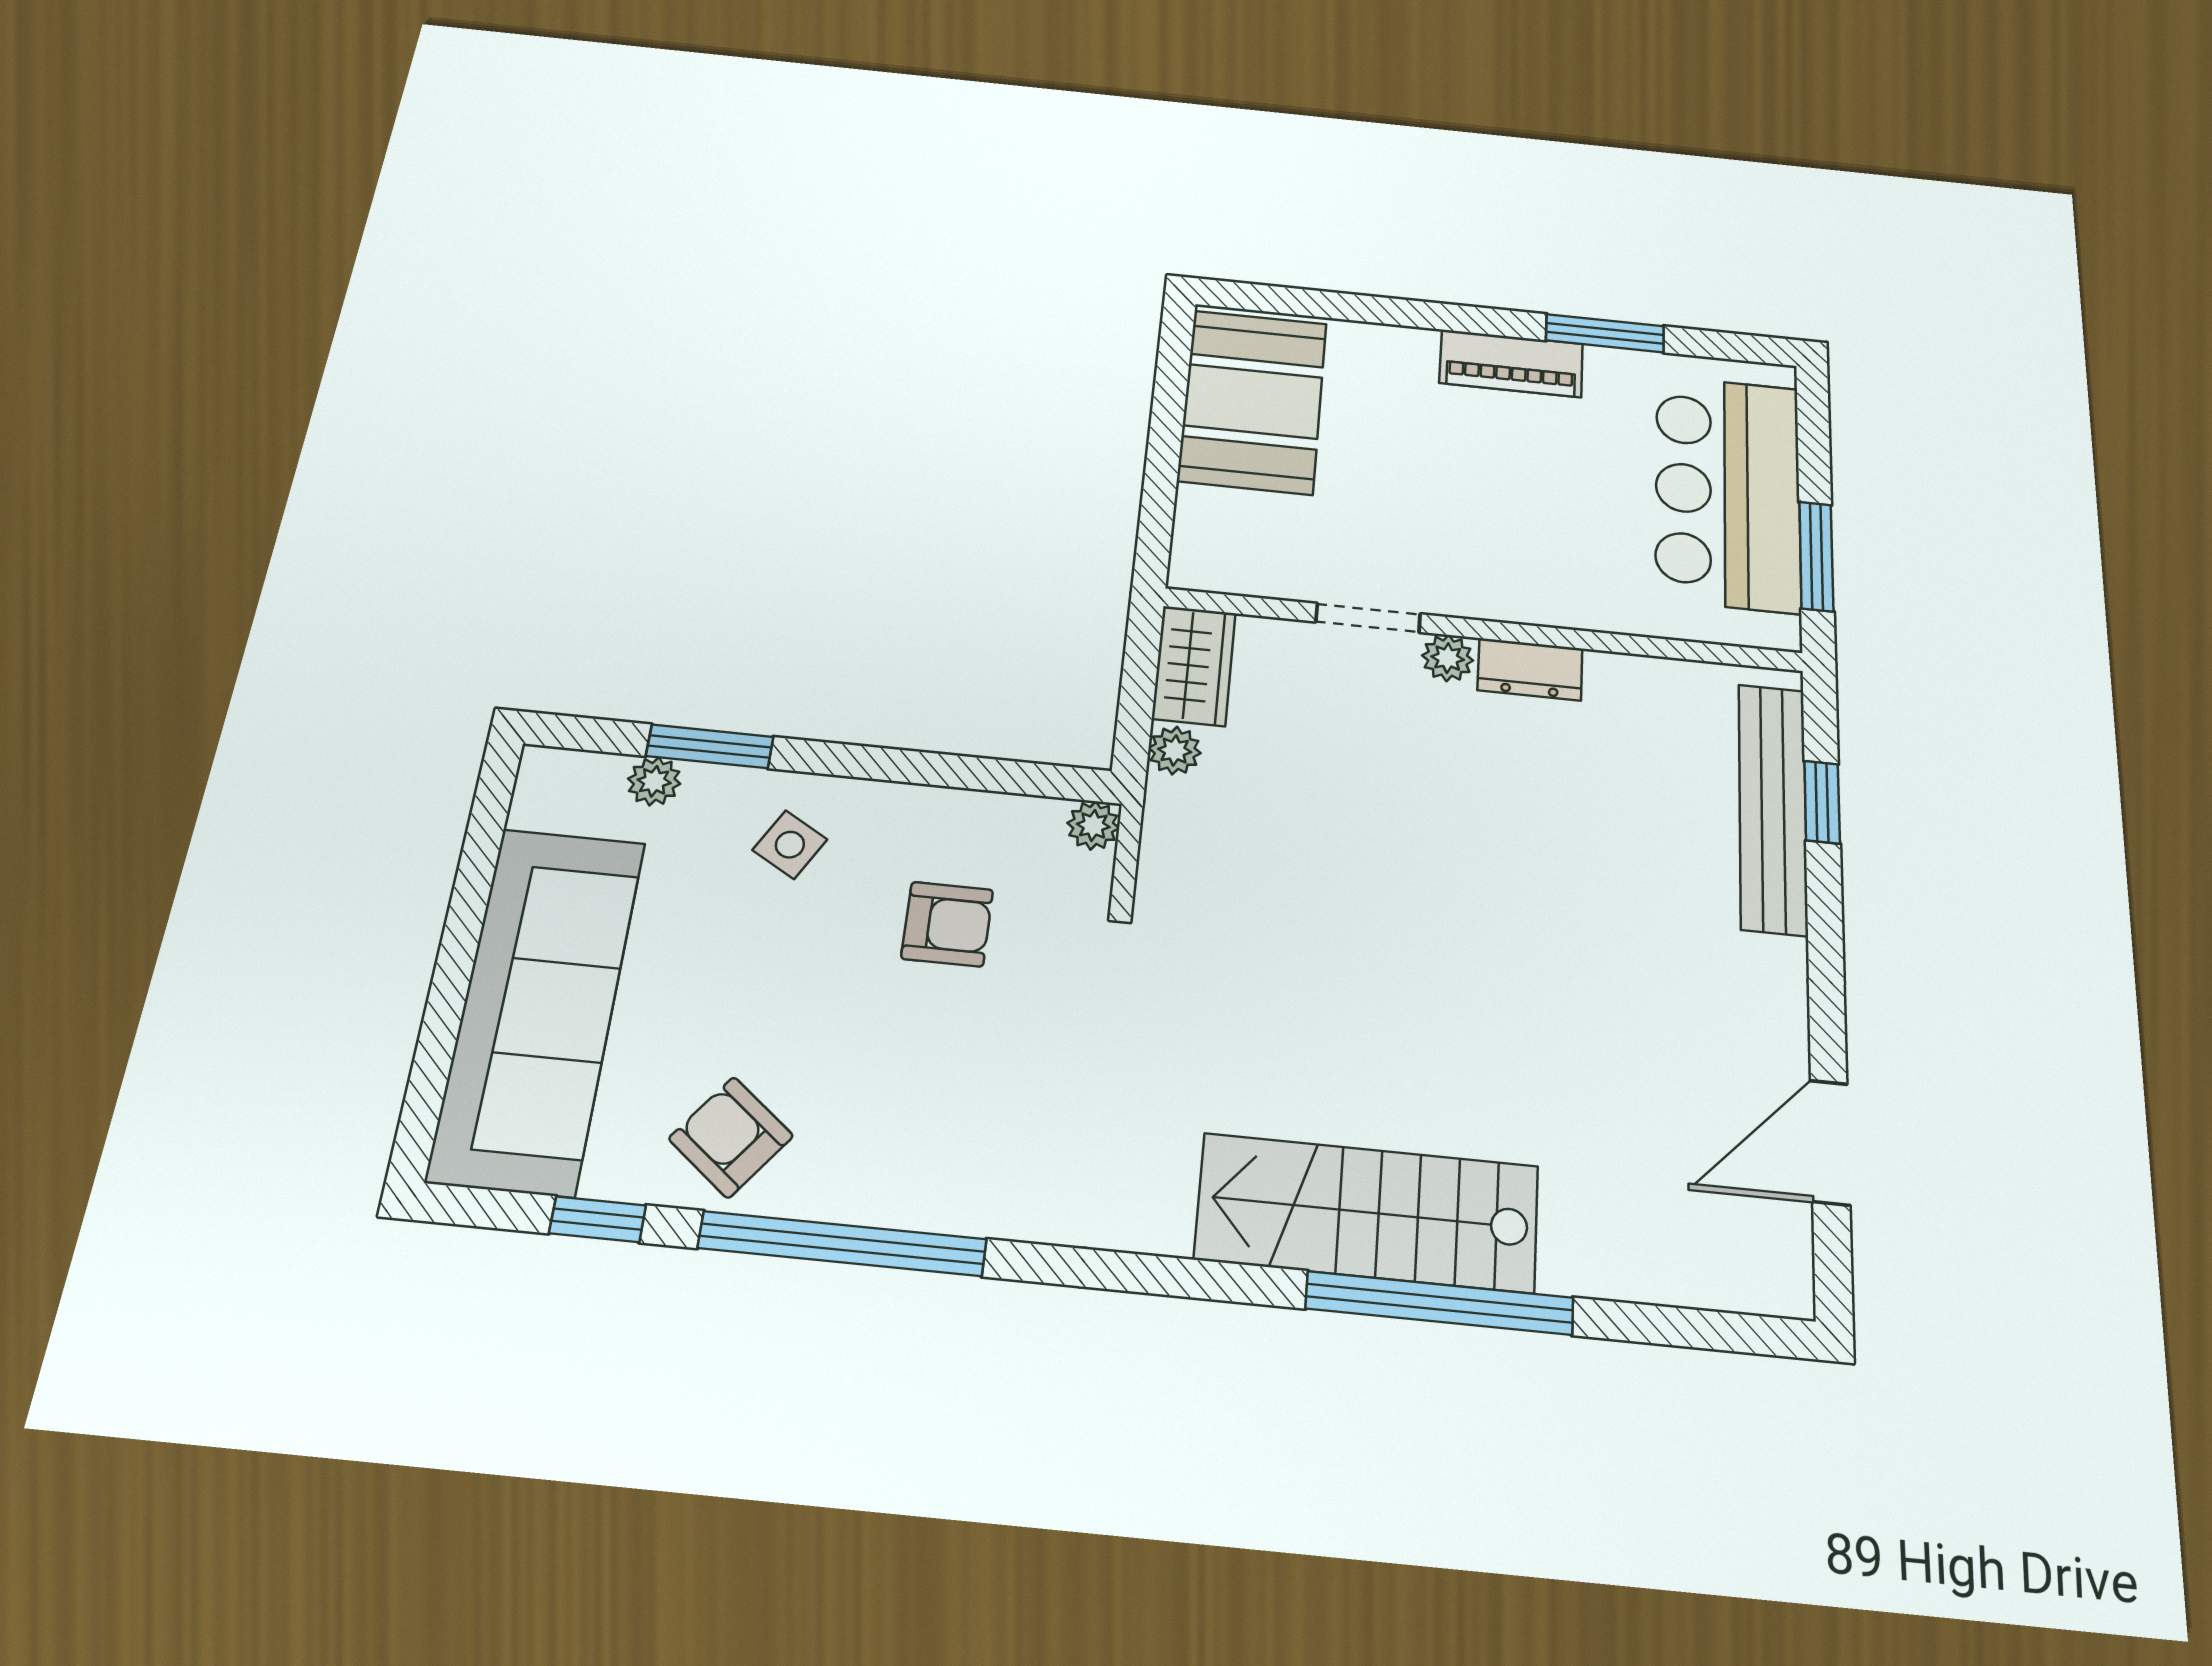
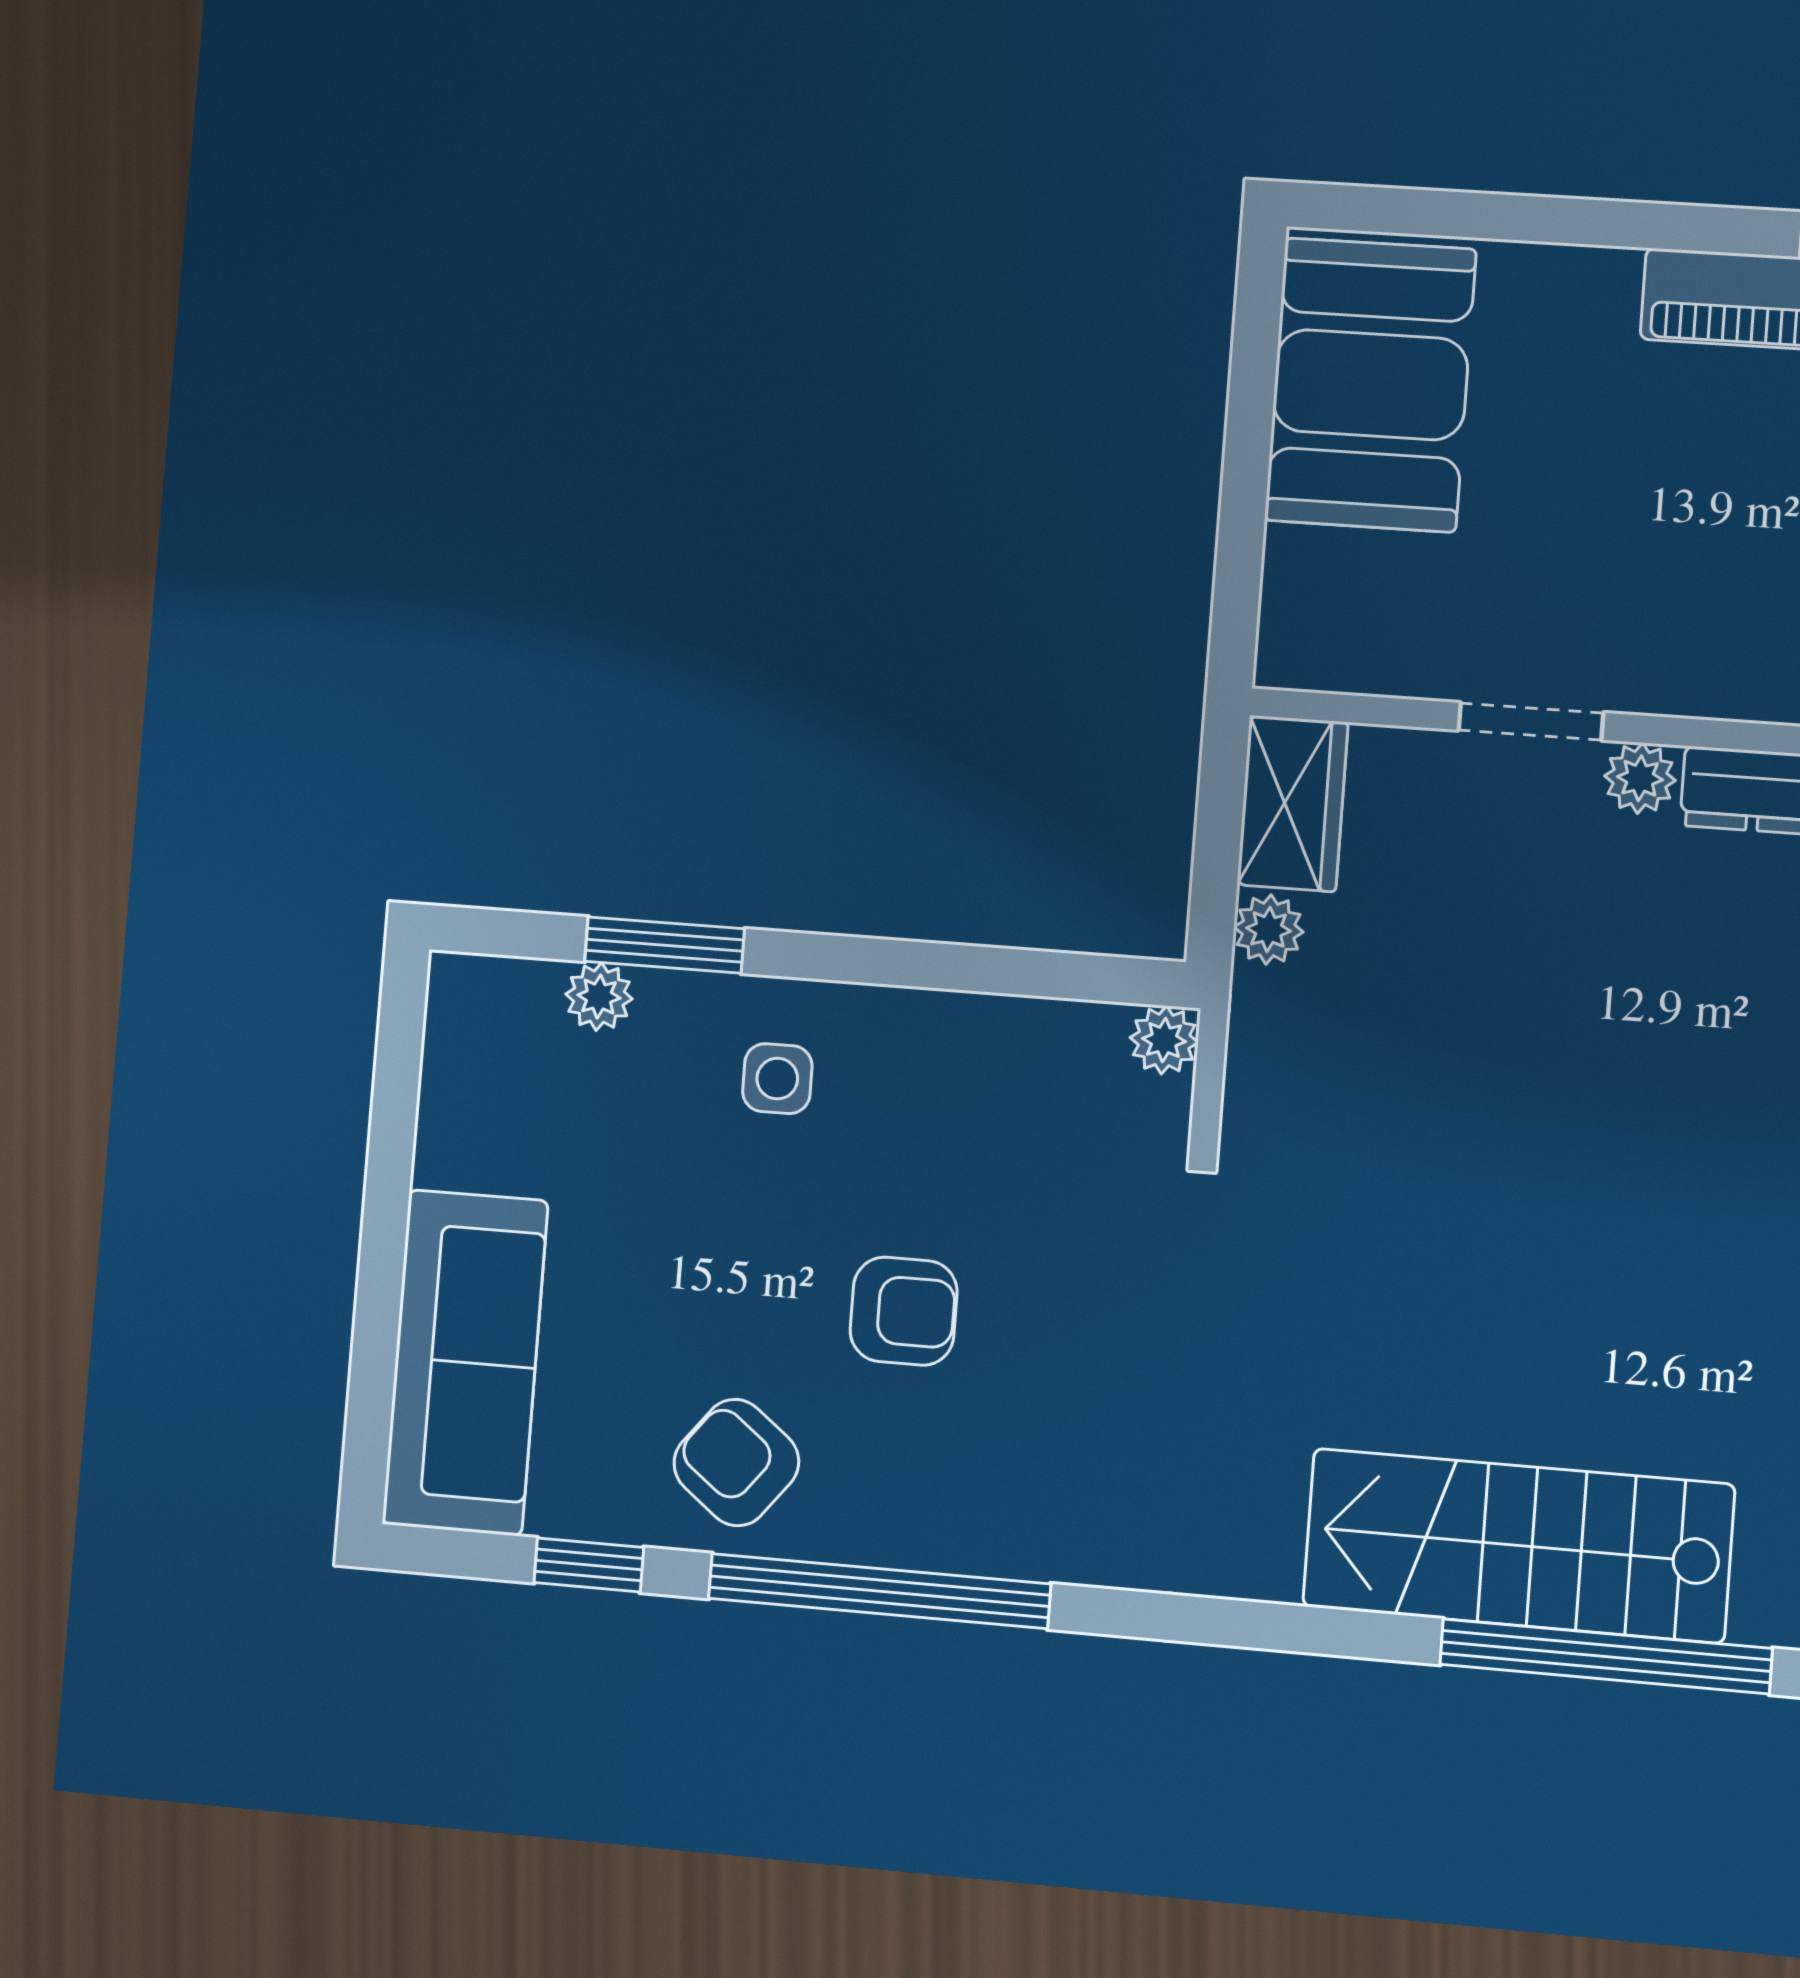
side table: (790, 845) -> (777, 1079), turned -30
armchair: (947, 924) -> (904, 1311), moved
sofa: (538, 1008) -> (465, 1362), width x0.74, depth x0.79

